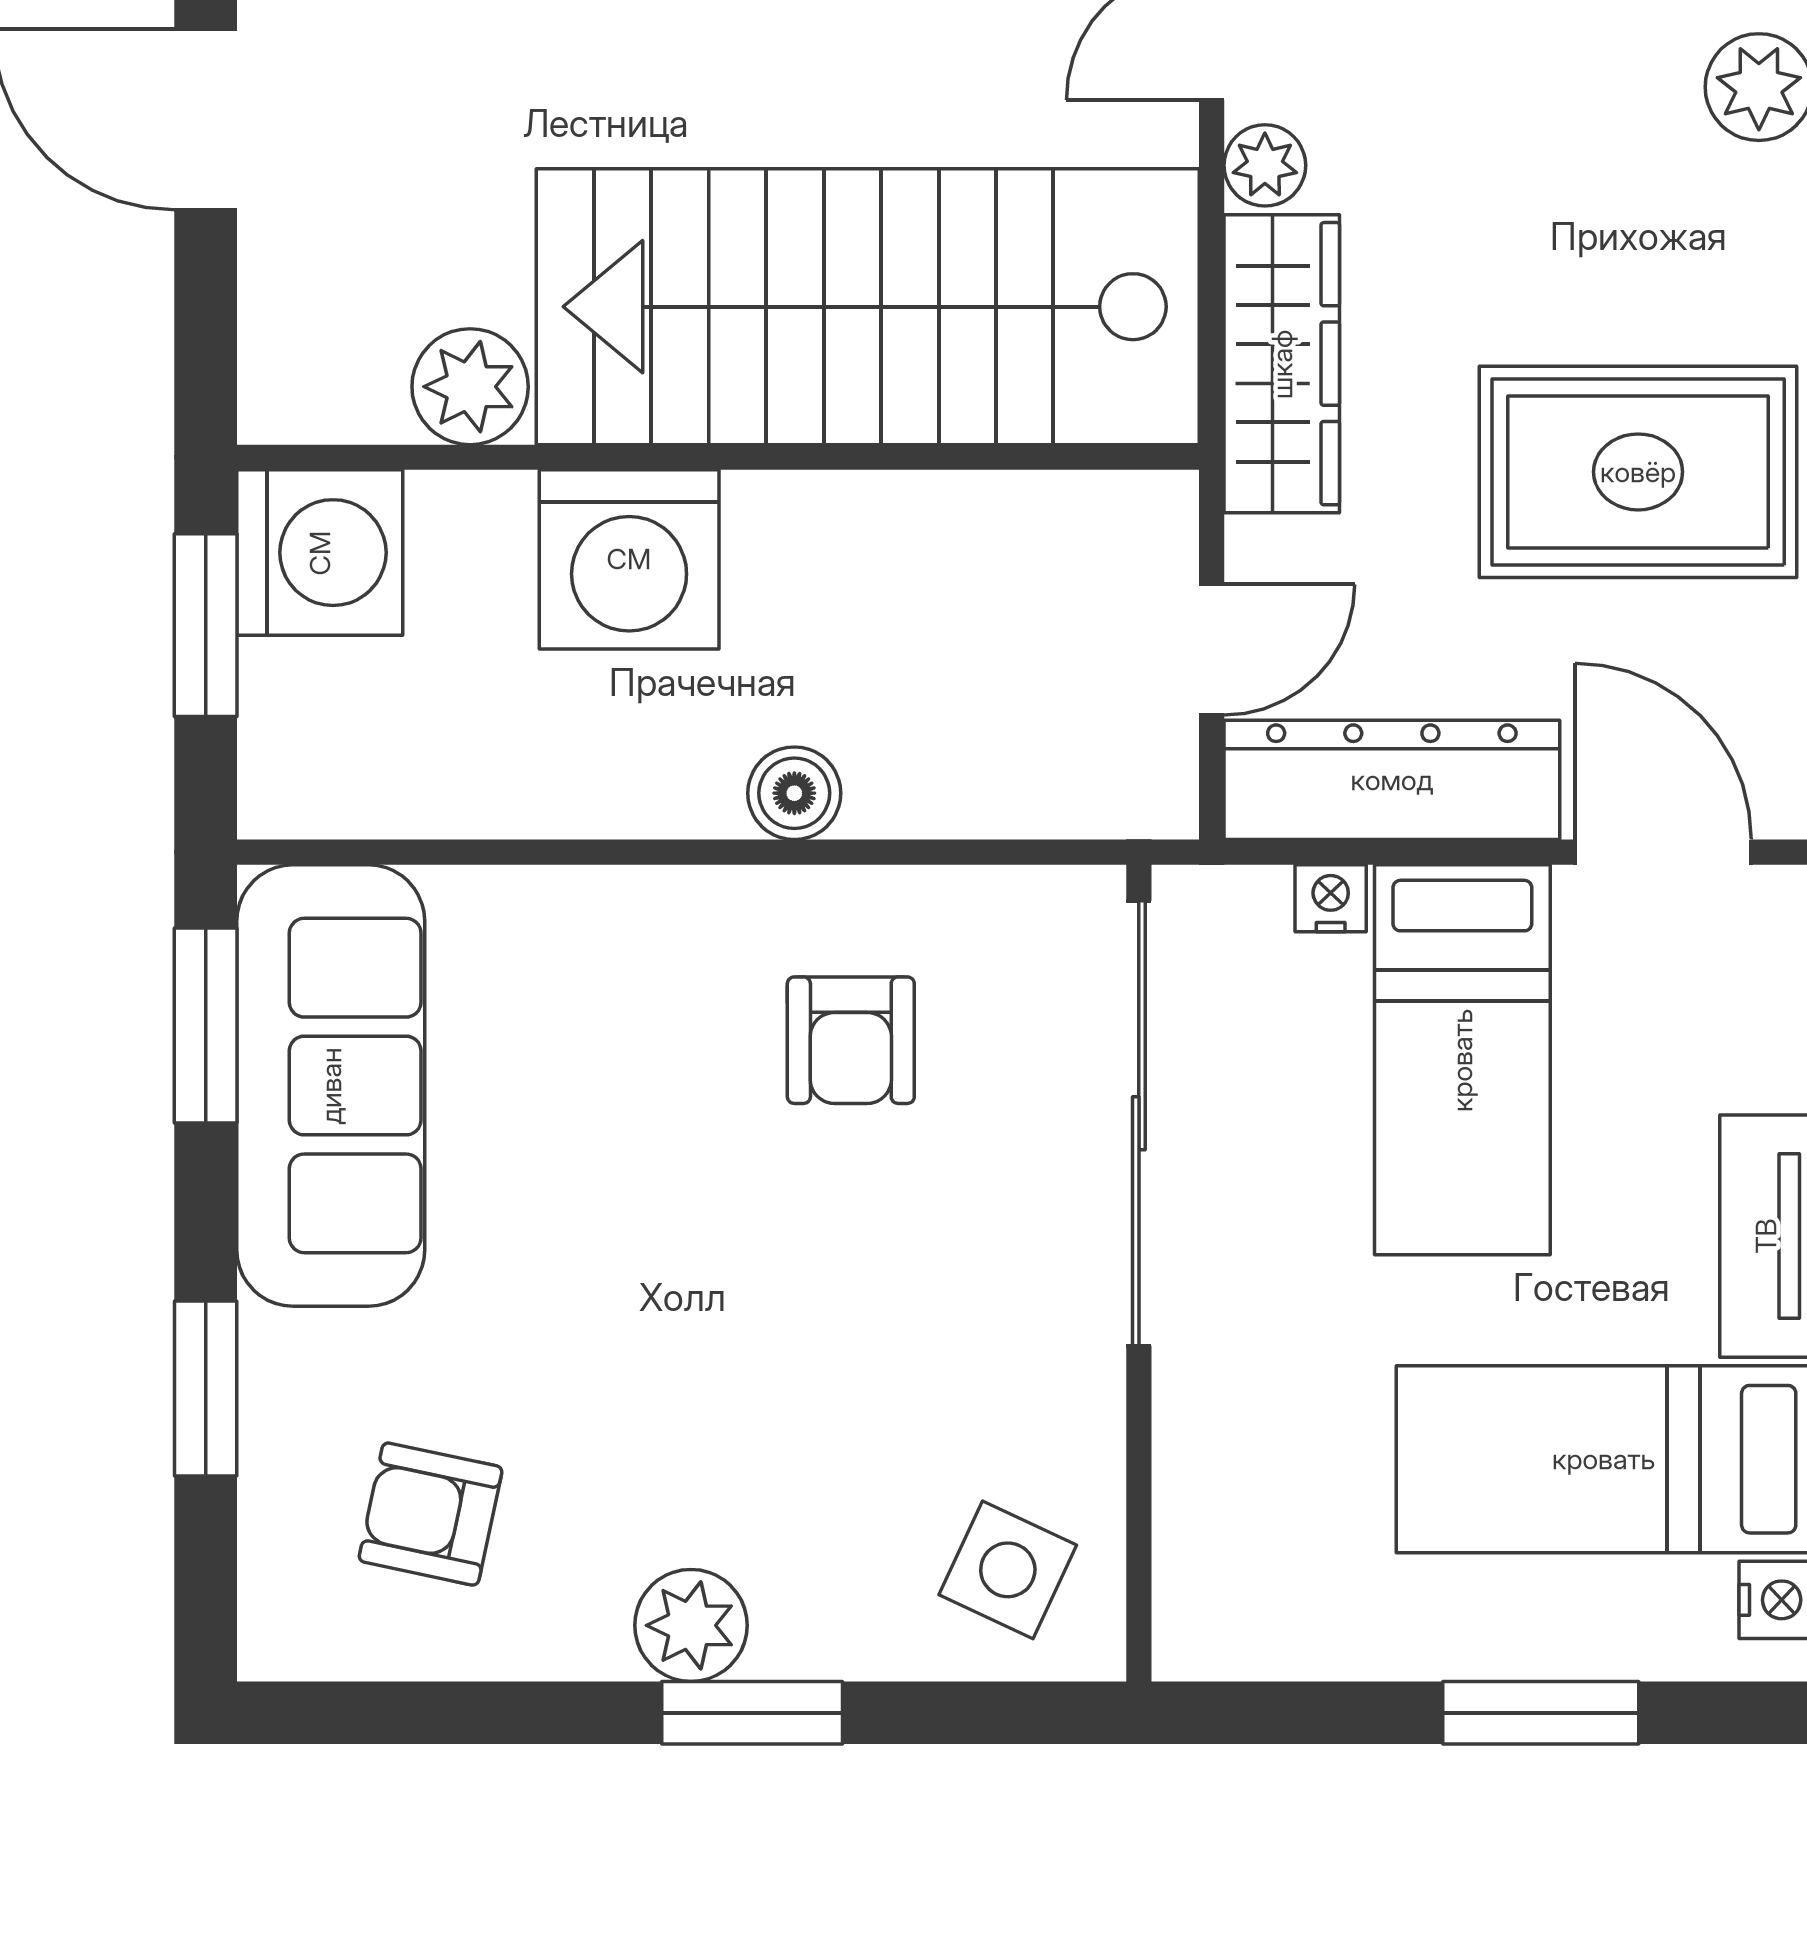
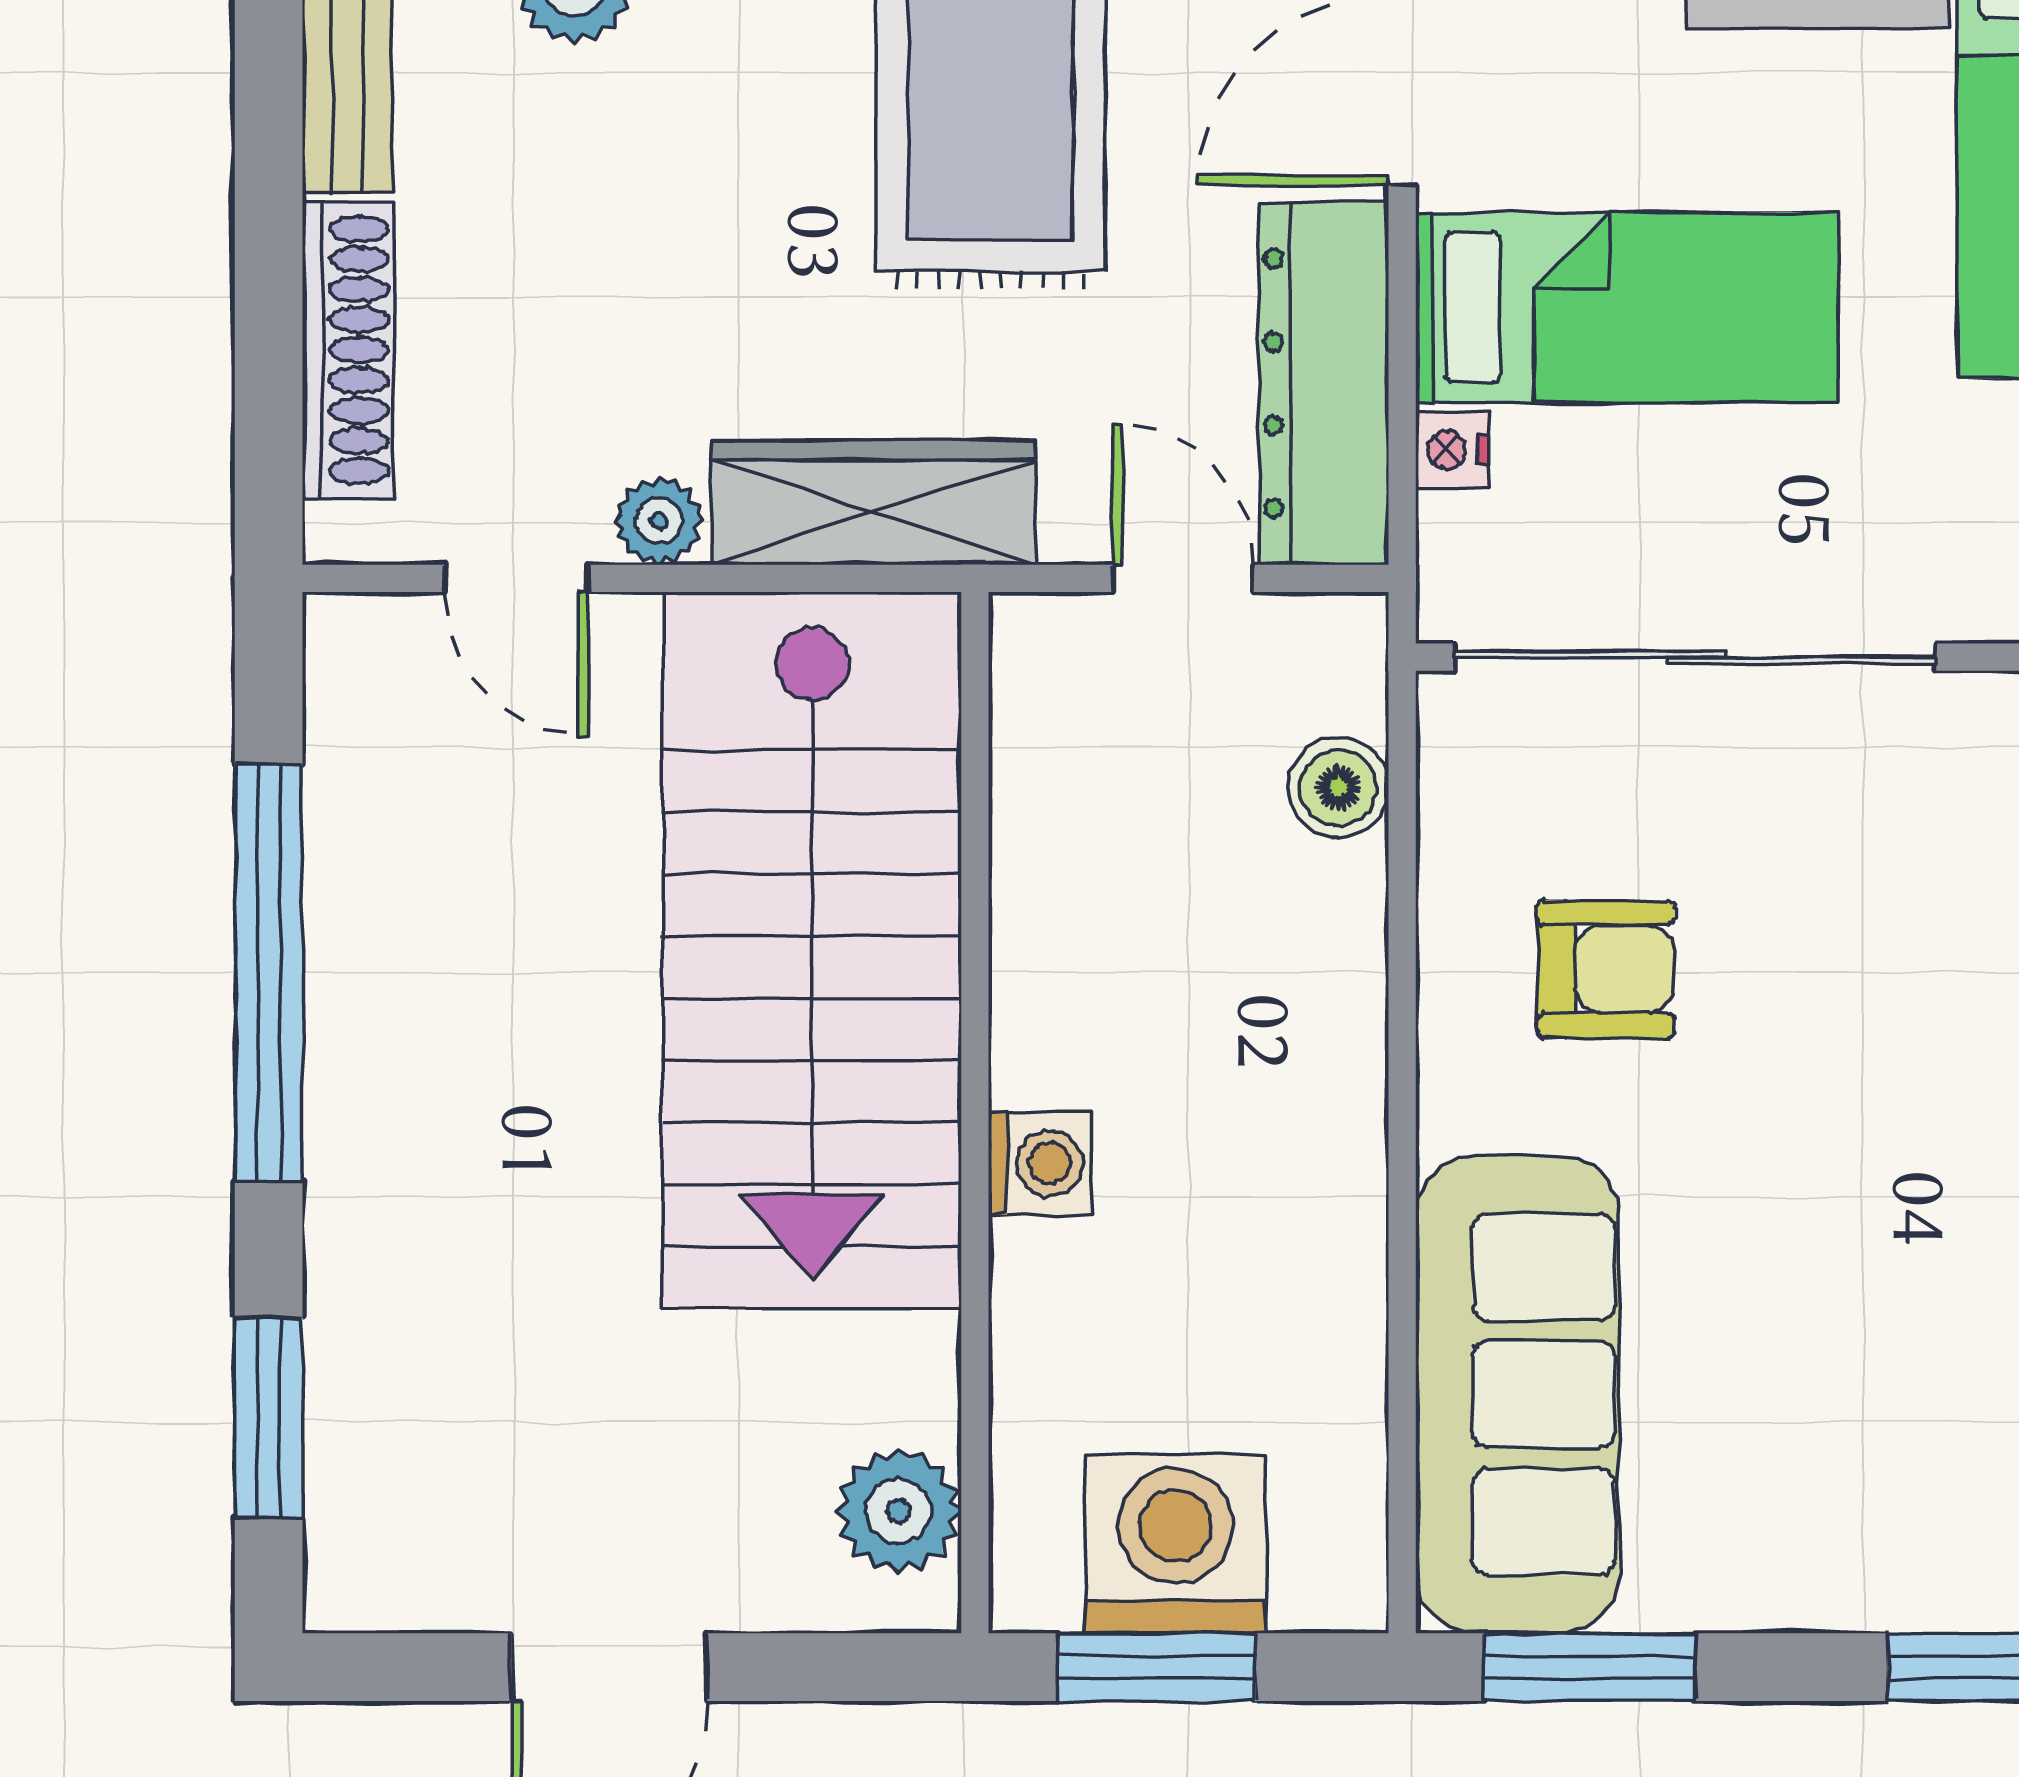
plant: (470, 387) -> (898, 1511), moved
washing machine: (320, 553) -> (1175, 1544), moved
washing machine: (629, 559) -> (1040, 1163), width x0.53, depth x0.53
boiler: (794, 793) -> (1338, 787), moved
sofa: (331, 1086) -> (1517, 1394), moved, turned 90

